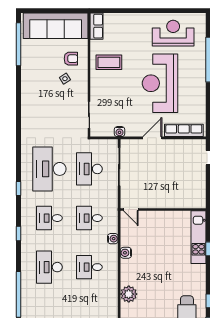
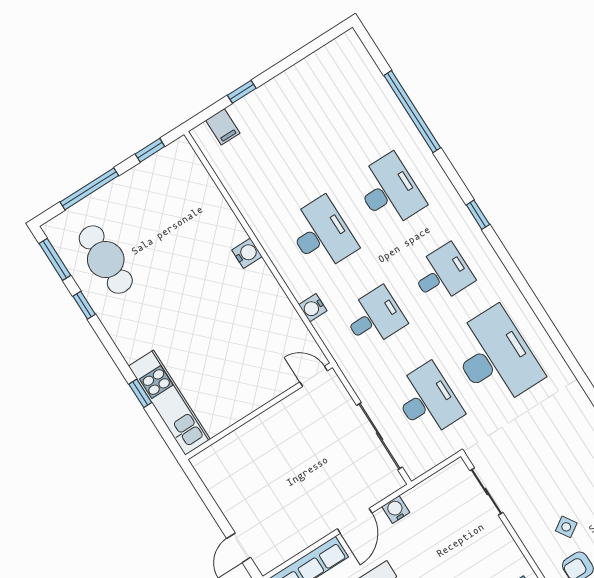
water cooler: (119, 132) -> (396, 510), moved
window: (18, 189) -> (526, 291), removed
water cooler: (126, 253) -> (247, 253), moved
desk: (89, 267) -> (322, 234), width x1.37
plant: (129, 294) -> (226, 231), removed

